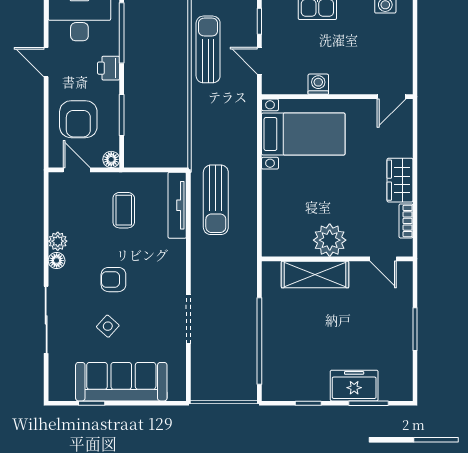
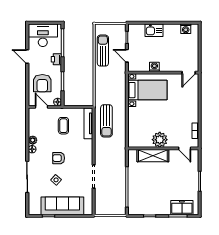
wardrobe: (400, 180) -> (193, 112), removed
freezer: (354, 386) -> (182, 208), moved

